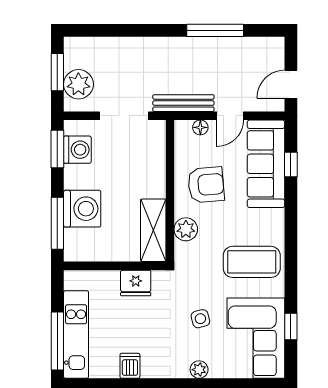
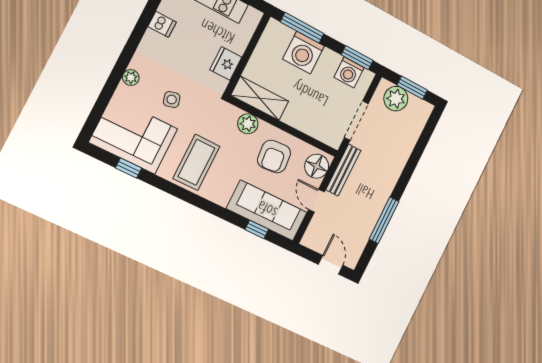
door: (291, 84) -> (331, 265), moved
floor lamp: (200, 127) -> (317, 166), width x1.89, depth x1.89

